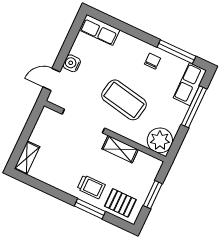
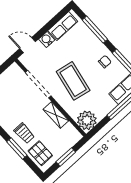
window: (125, 28) -> (95, 30), added
row of seats: (100, 30) -> (63, 26), moved, turned -90

